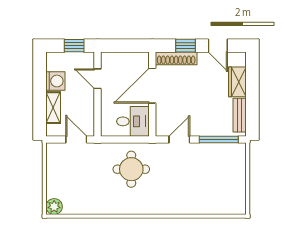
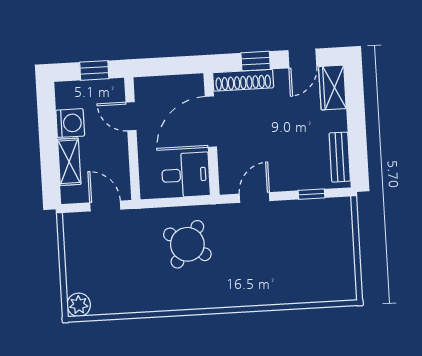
door: (218, 46) -> (302, 58), hinge flipped
wardrobe: (237, 82) -> (332, 88), moved
window: (219, 140) -> (311, 194), width x0.46
round table: (131, 169) -> (187, 244), turned 33

